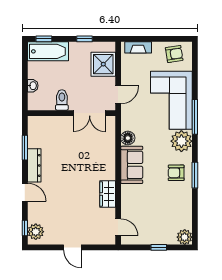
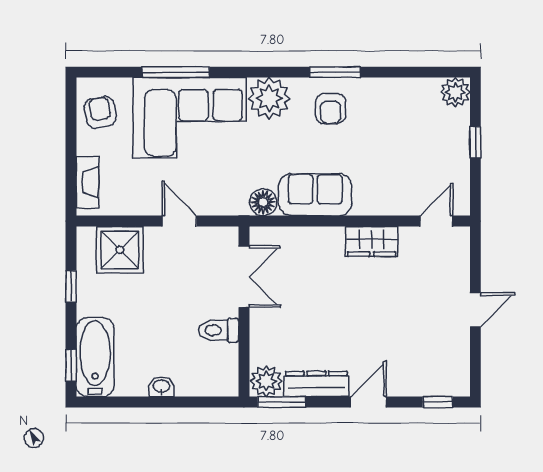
toilet: (62, 100) -> (219, 330), moved
wall: (72, 113) -> (244, 312), moved
double door: (90, 113) -> (244, 277), moved
window: (195, 117) -> (176, 72), moved
plant: (36, 232) -> (266, 381), moved

